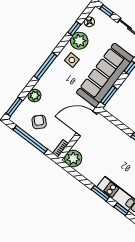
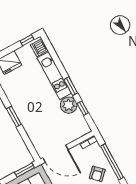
plant: (73, 158) -> (69, 105), moved
window: (121, 209) -> (83, 108), moved

